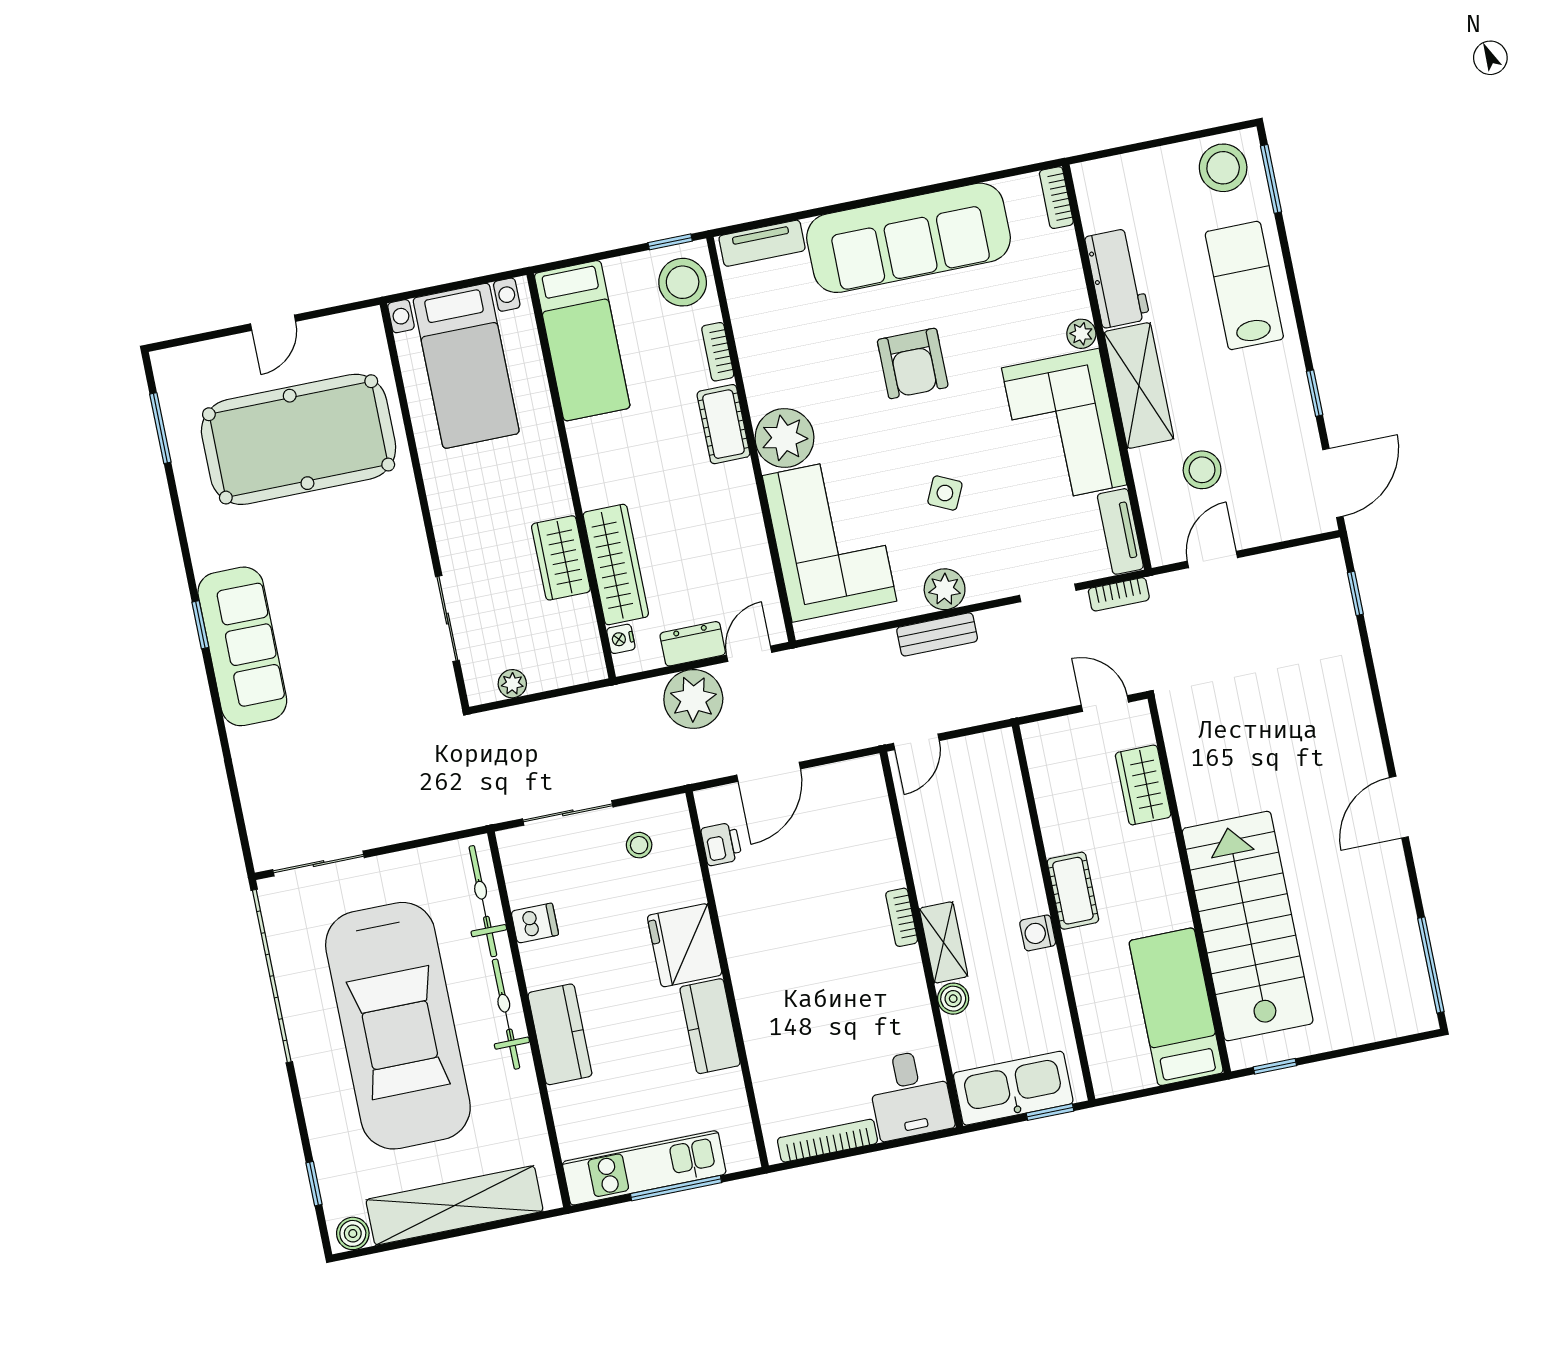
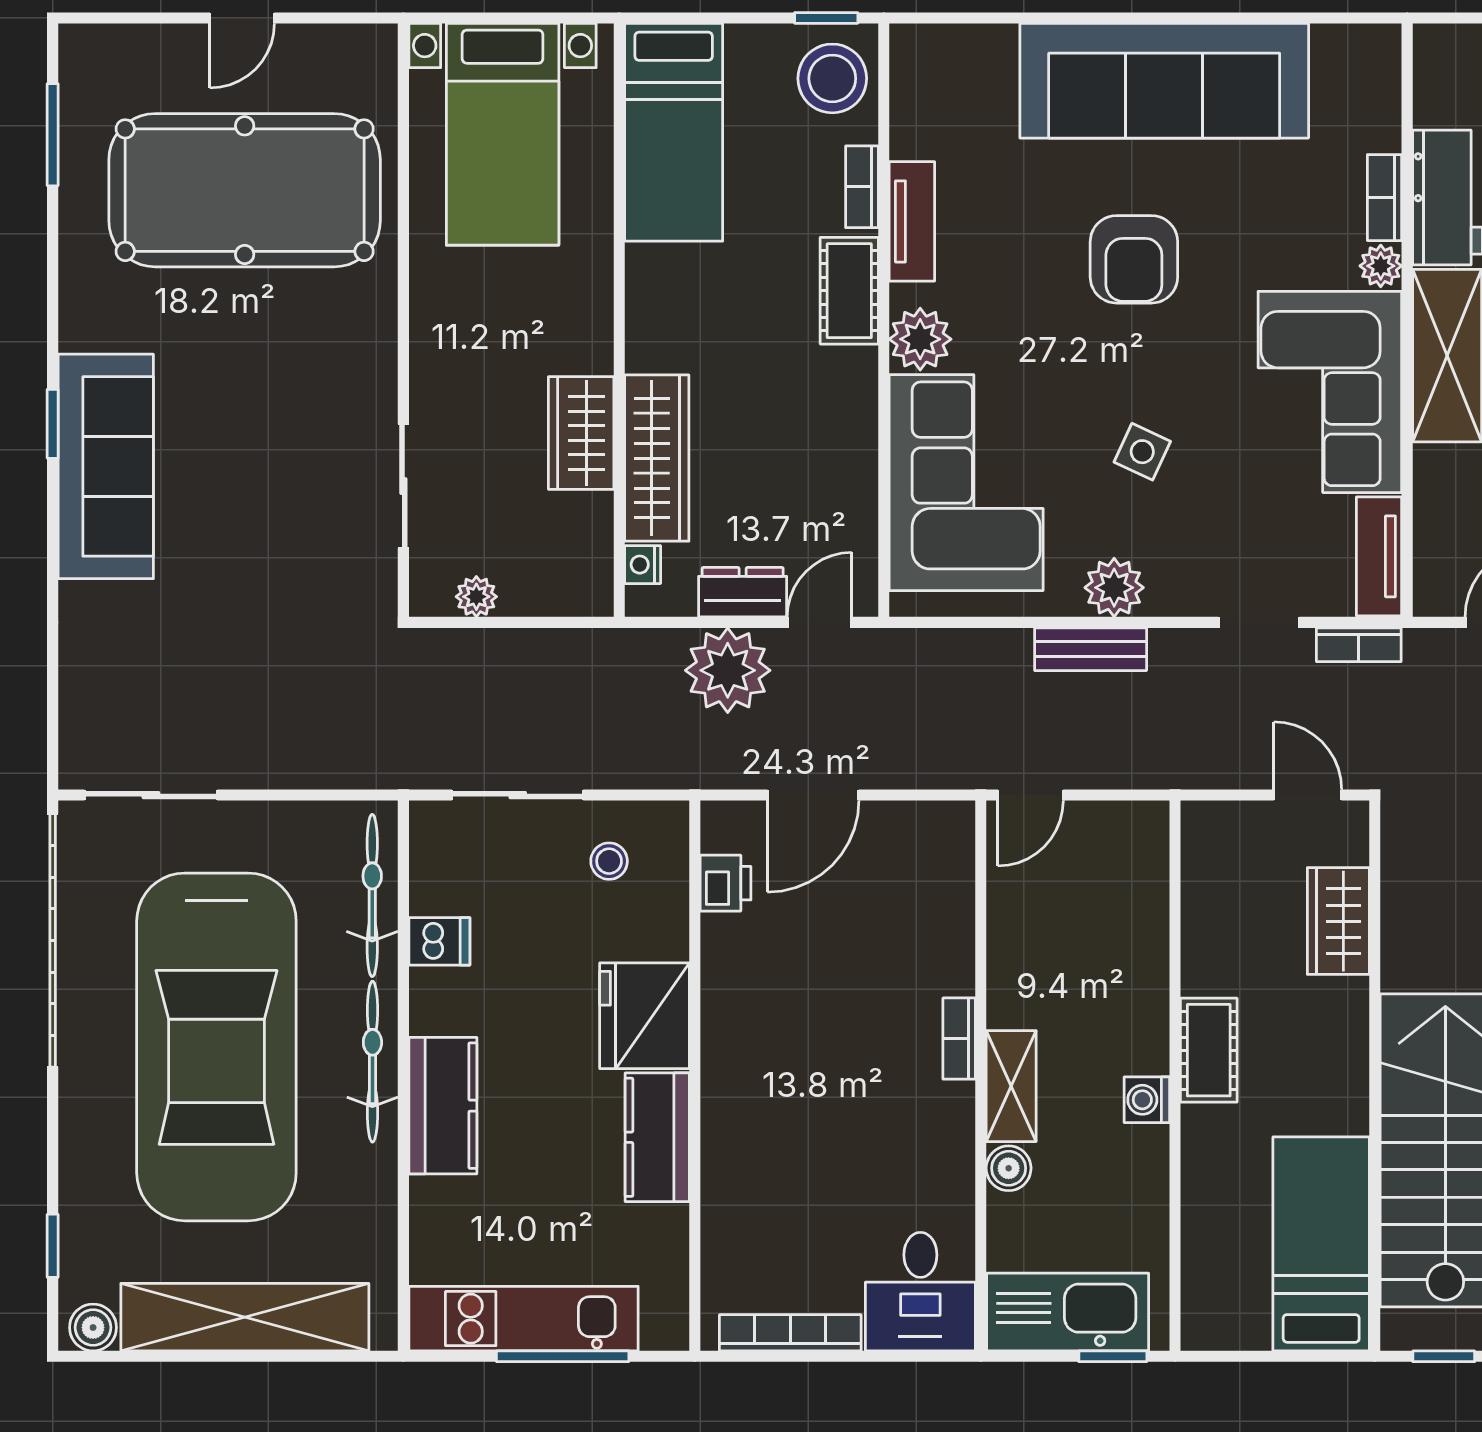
bookcase: (1056, 198) -> (1385, 198), moved
tv unit: (762, 243) -> (912, 221), moved, turned -90
plant: (784, 438) -> (920, 339), width x0.73, depth x0.73

